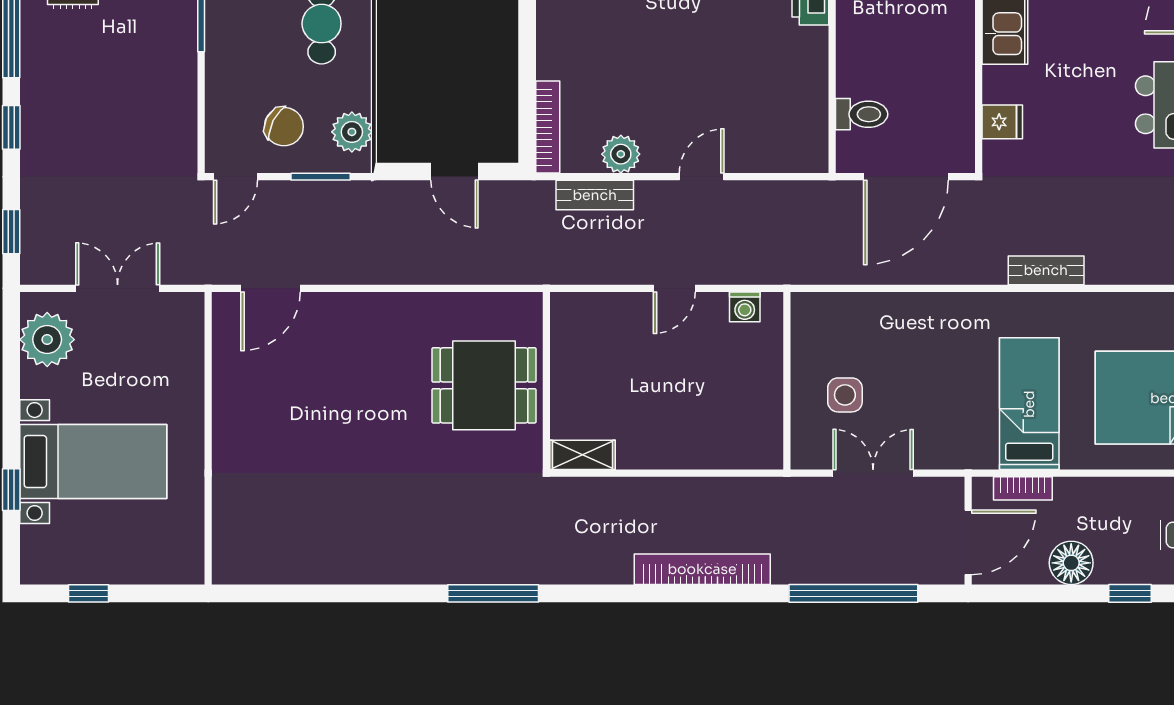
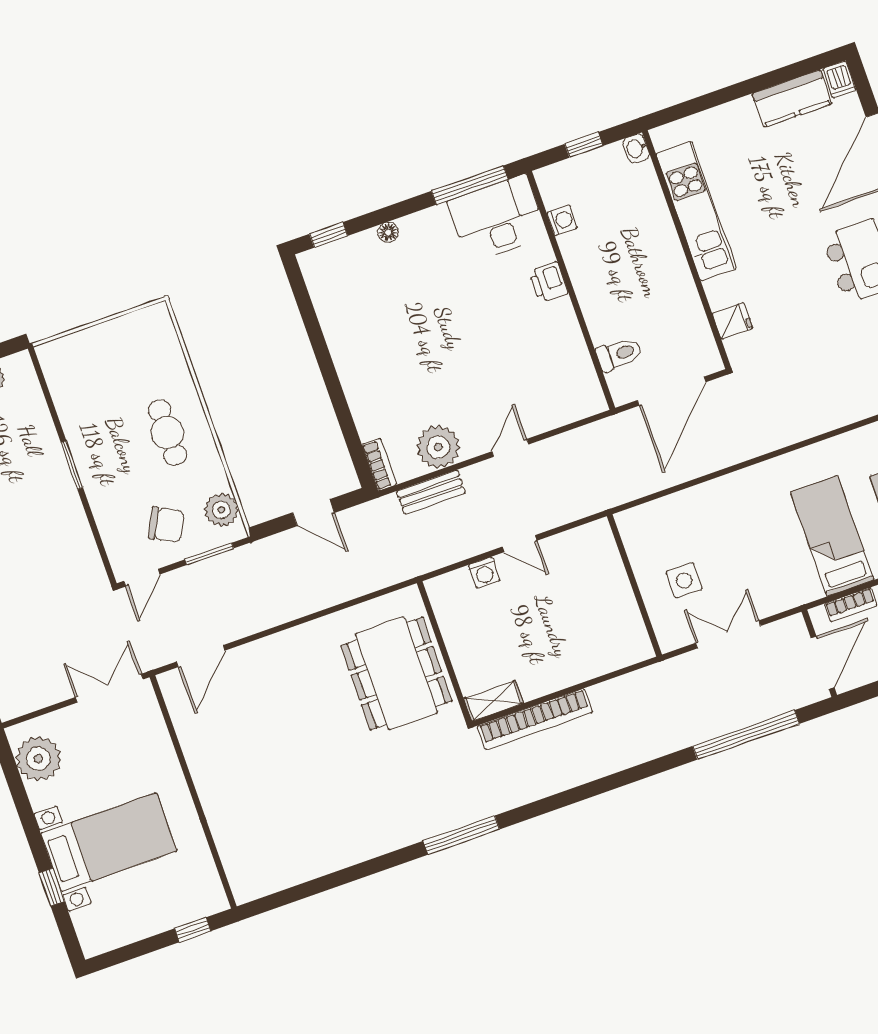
bookcase: (548, 127) -> (379, 465), width x0.64
plant: (621, 154) -> (438, 447), width x1.36, depth x1.36
bench: (1046, 270) -> (808, 426), removed
double door: (118, 288) -> (109, 688), moved
door: (674, 288) -> (520, 544), hinge flipped
washing machine: (745, 307) -> (484, 573), moved
dining table: (484, 385) -> (396, 673), width x1.38
bookcase: (702, 569) -> (535, 719), moved, turned 180
window: (89, 593) -> (193, 930), moved

